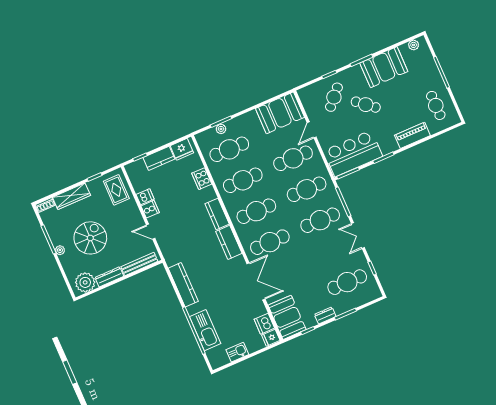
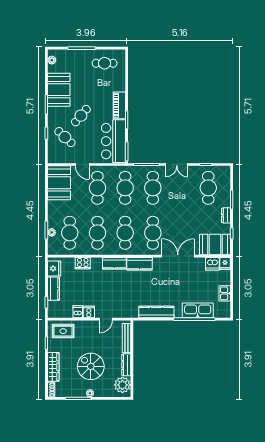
piano: (412, 135) -> (119, 105), moved

